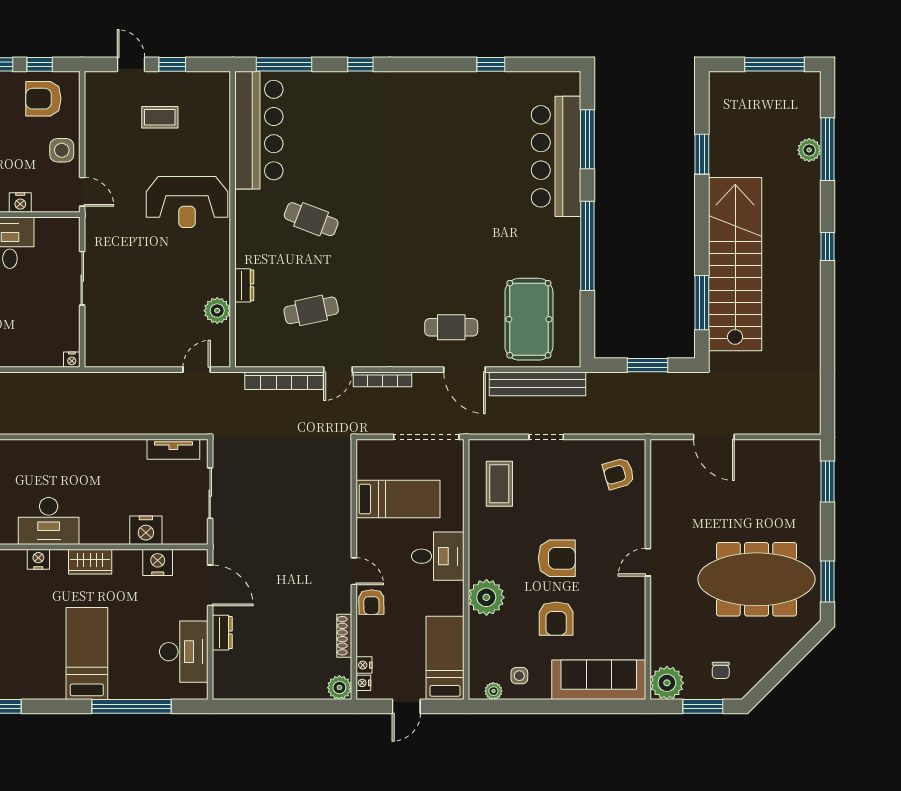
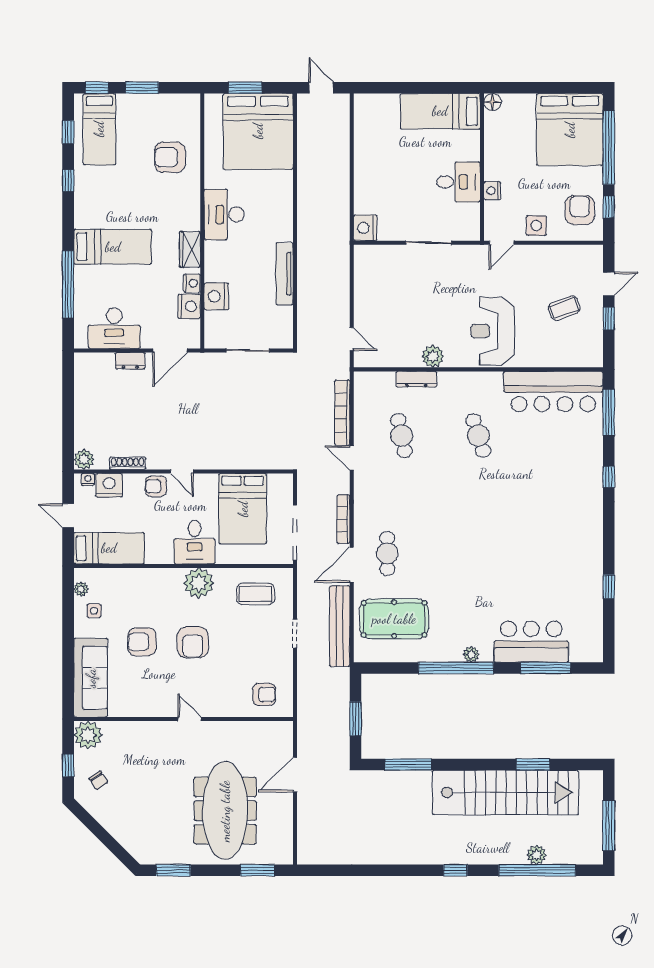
coffee table: (160, 117) -> (564, 308), turned 70
window: (827, 149) -> (537, 870), width x1.46
bar counter: (556, 156) -> (531, 642), width x0.73
cafe table: (311, 219) -> (478, 436), turned -39
plant: (571, 228) -> (471, 654), added
stairs: (735, 264) -> (505, 792), moved
dresser: (244, 285) -> (416, 379), width x1.44
plant: (217, 311) -> (433, 356), moved
nightstand: (72, 360) -> (365, 228), width x1.89, depth x1.79
bookcase: (383, 379) -> (343, 519), moved
tv unit: (173, 449) -> (285, 274), moved, width x1.41
armchair: (619, 474) -> (264, 694), turned 106
bed: (398, 499) -> (243, 509), width x1.50
nightstand: (38, 559) -> (192, 283), moved
door: (354, 571) -> (182, 471), hinge flipped
meeting table: (756, 579) -> (225, 811), moved
plant: (486, 597) -> (199, 583), moved
nightstand: (364, 665) -> (109, 485), width x1.89, depth x1.79
chair: (721, 670) -> (98, 780), turned -123
window: (703, 706) -> (68, 765), width x0.67

